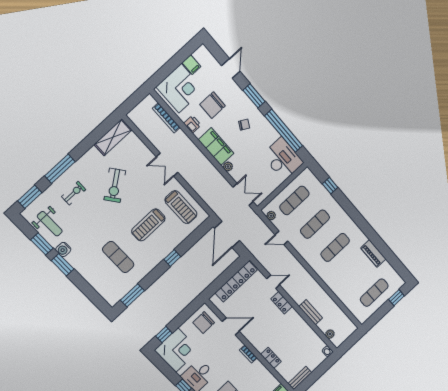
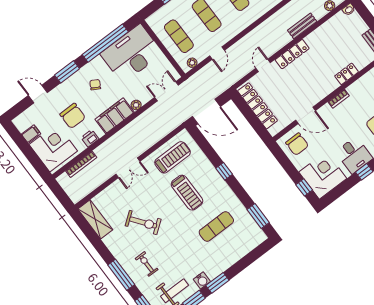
desk: (283, 159) -> (131, 54), width x1.36, depth x1.30
locker: (282, 303) -> (292, 54), width x1.53
door: (231, 326) -> (305, 115), swing flipped

